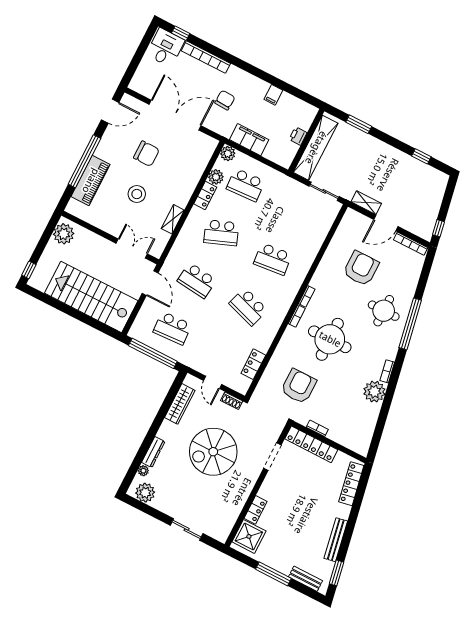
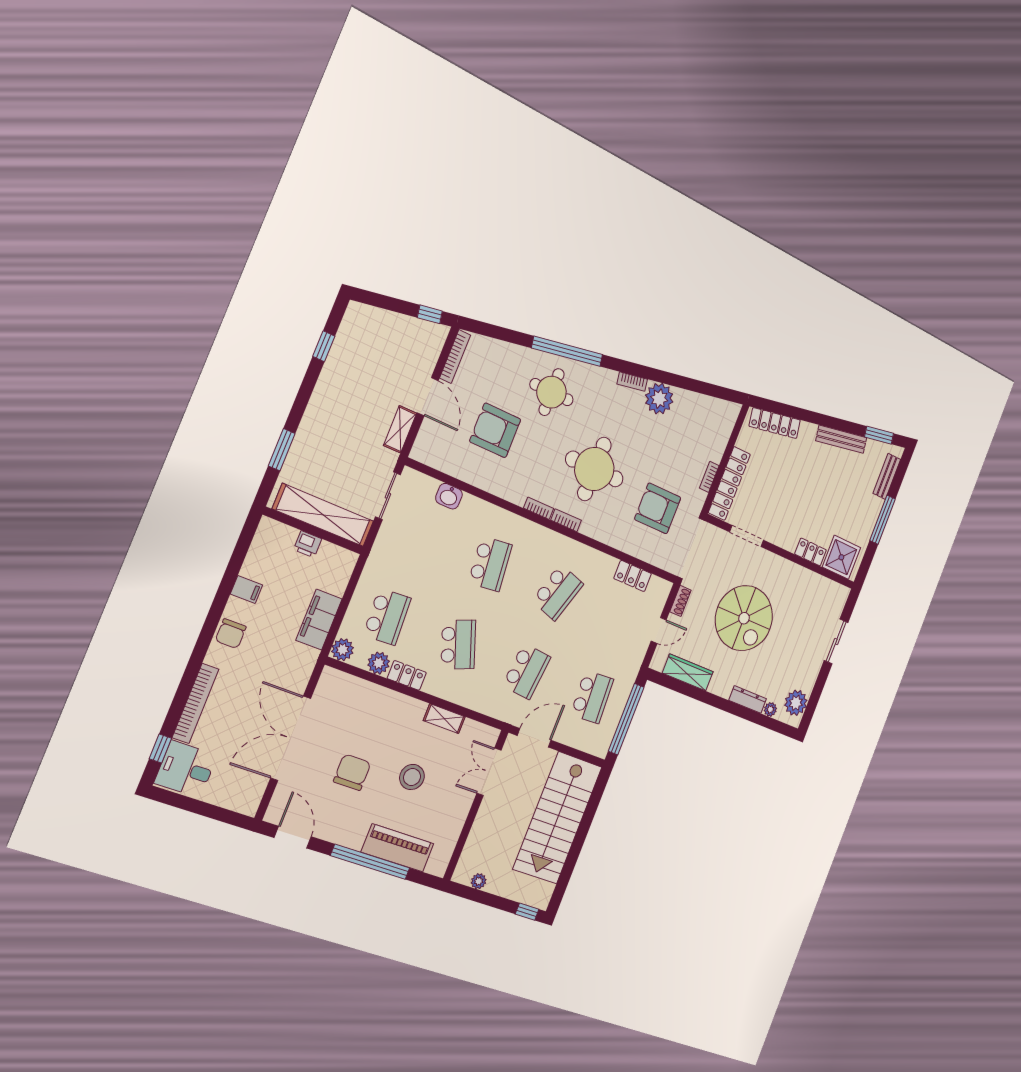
chair: (225, 100) -> (231, 634), moved, turned -93
washbasin: (320, 233) -> (449, 496), added
plant: (64, 234) -> (479, 881), width x0.53, depth x0.53

